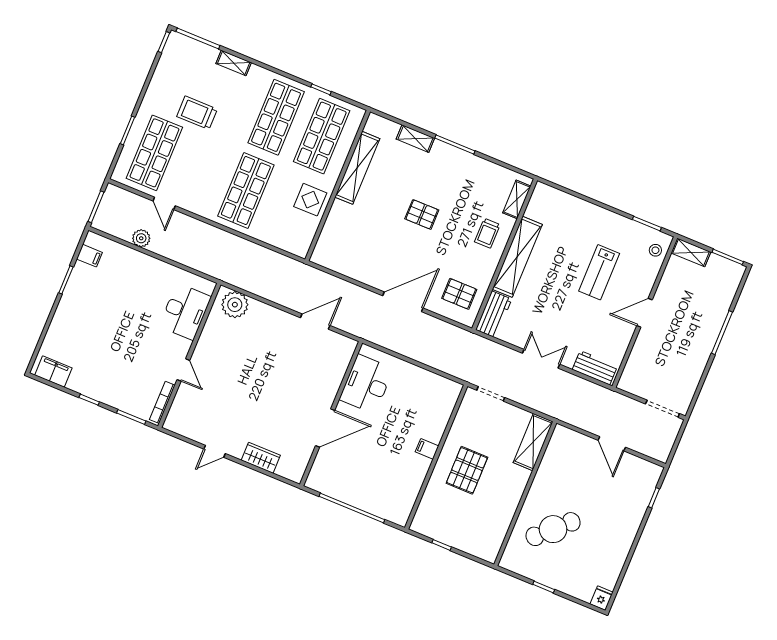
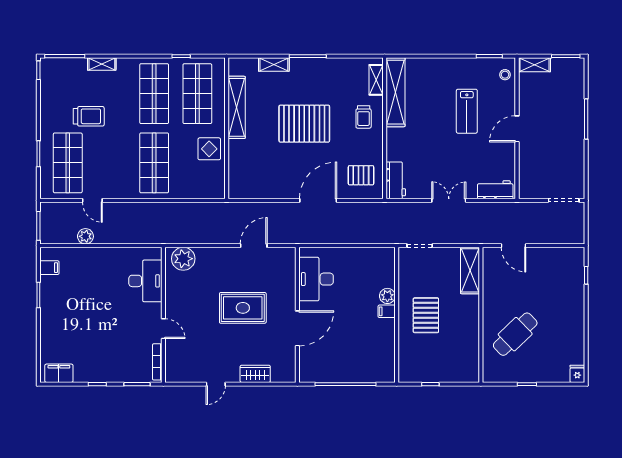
trolley: (197, 113) -> (89, 116), turned 180
pallet: (422, 214) -> (304, 124), width x2.05, depth x2.00
shelving: (517, 257) -> (396, 92), moved
rug: (276, 383) -> (243, 308), added
plant: (435, 433) -> (387, 296), added
door: (612, 444) -> (514, 246), moved

